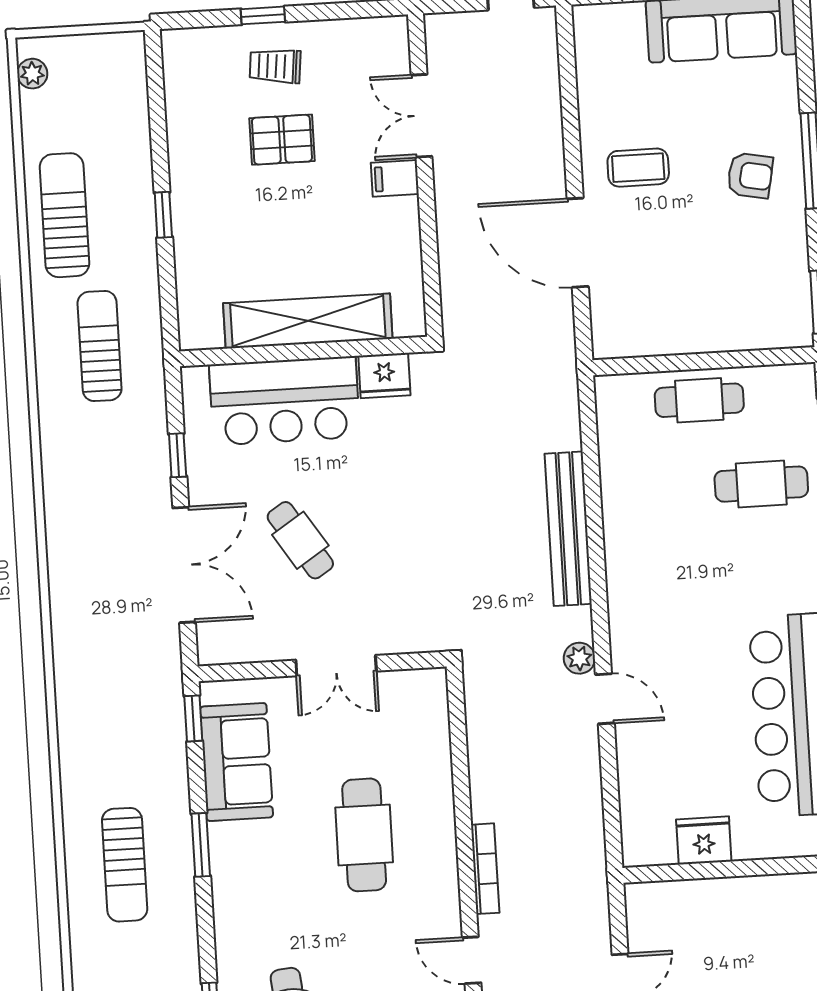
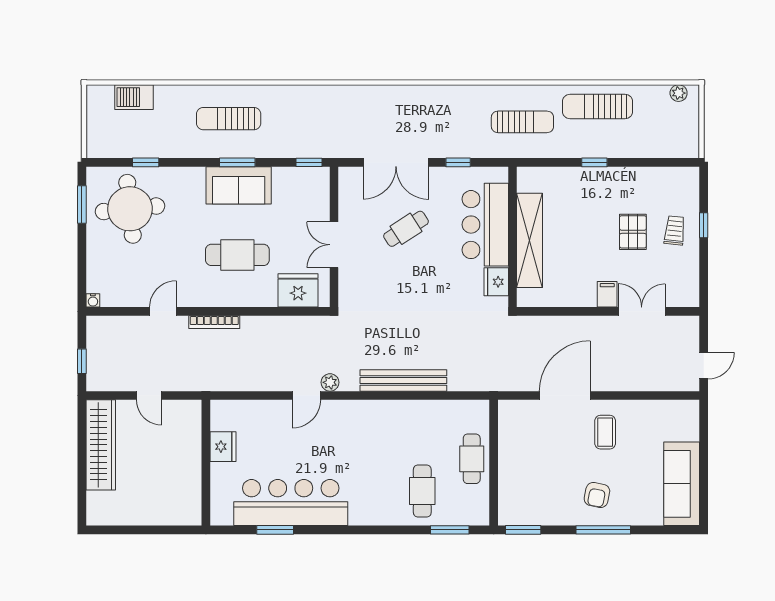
sun lounger: (65, 215) -> (598, 106), turned 180
fridge: (420, 724) -> (298, 290), added
sofa: (237, 762) -> (239, 185), moved

